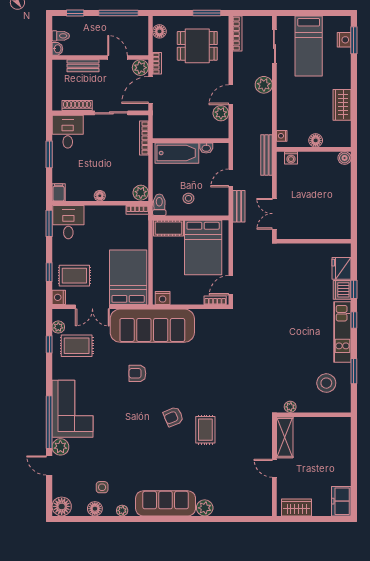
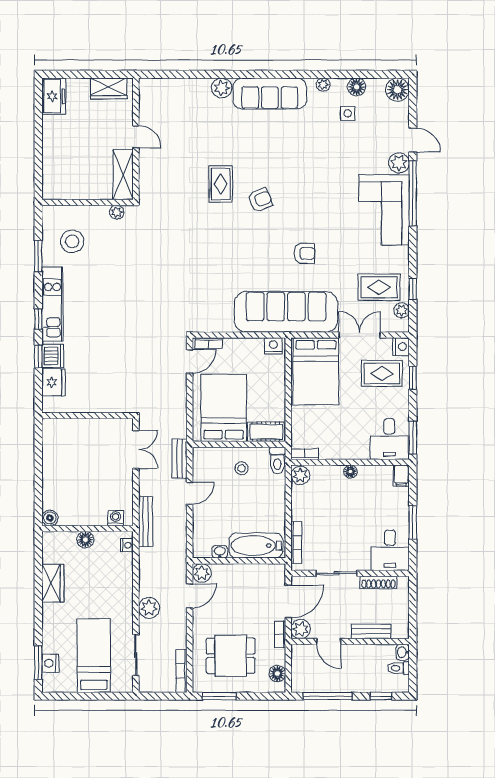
wall: (191, 141) -> (239, 561), moved
washbasin: (206, 148) -> (220, 552), moved
bathtub: (177, 153) -> (256, 546), moved

